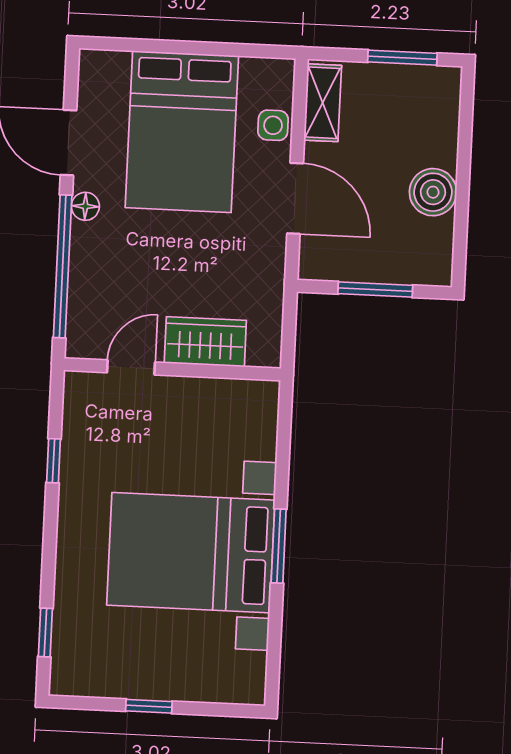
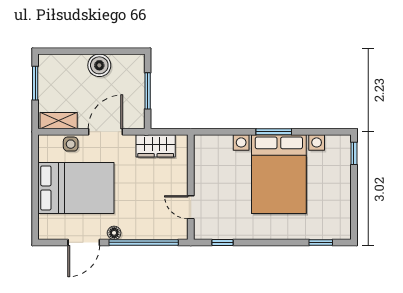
wardrobe: (205, 342) -> (156, 146), moved, turned -90
window: (53, 461) -> (222, 242), moved
window: (149, 706) -> (354, 153), moved

